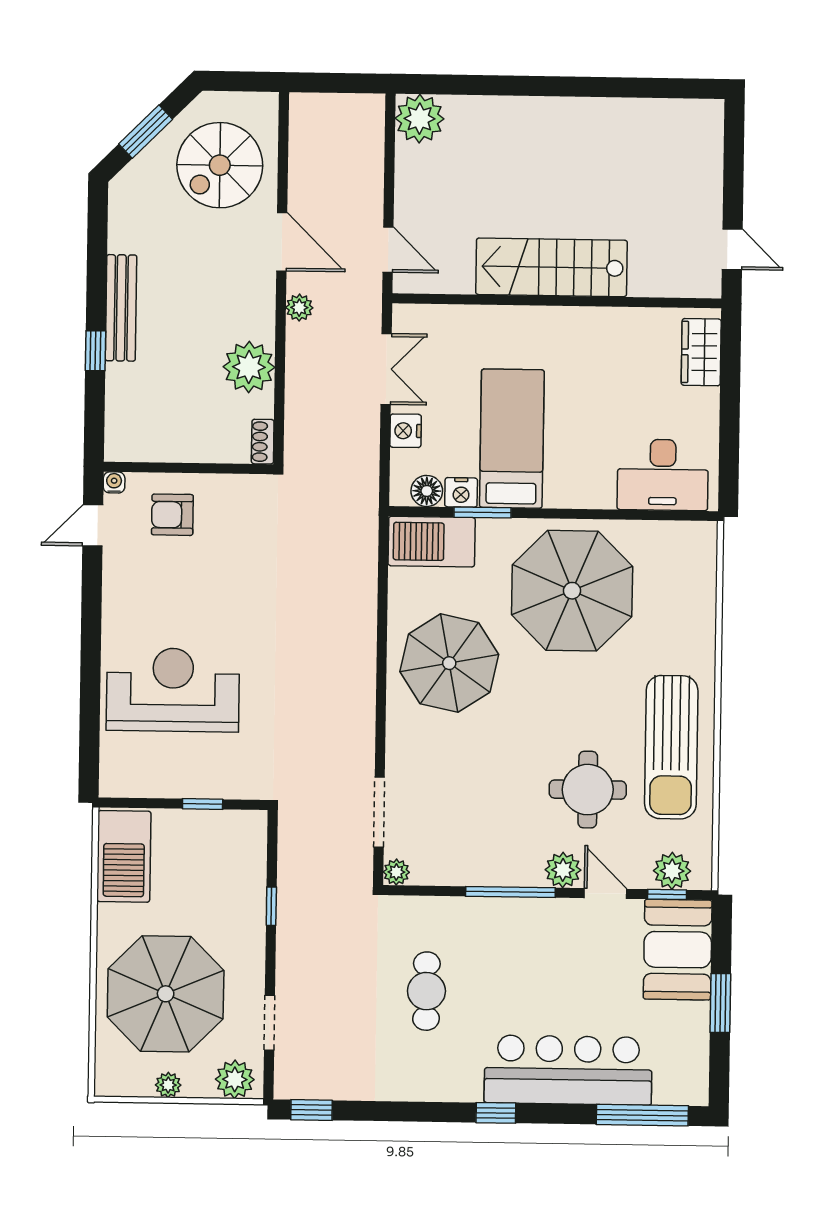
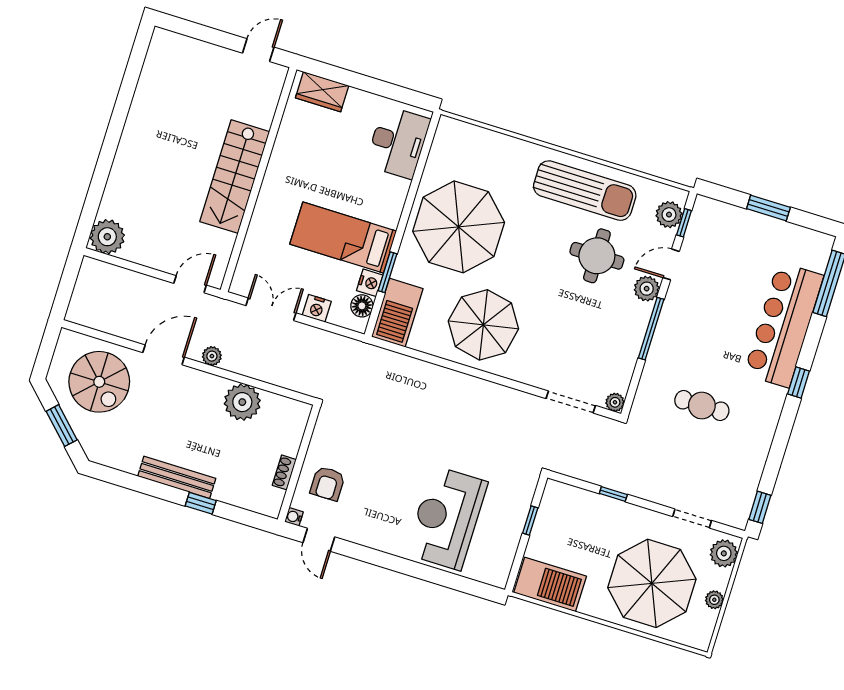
shoe rack: (263, 442) -> (284, 472), moved, turned 90
booth: (678, 950) -> (724, 226), removed

